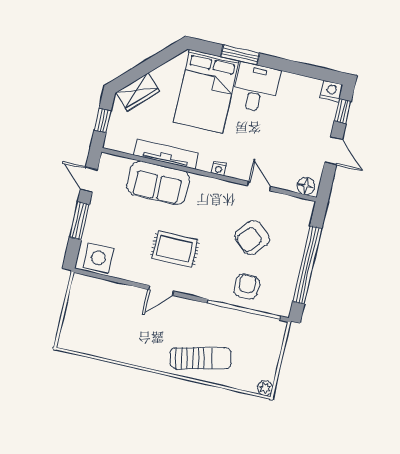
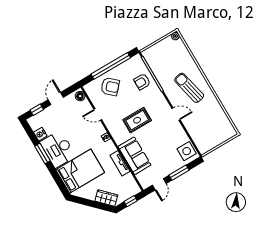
window: (240, 55) -> (42, 154), moved
desk: (256, 88) -> (58, 149), width x1.37
nightstand: (331, 91) -> (40, 134), moved
tv unit: (166, 154) -> (120, 163), width x0.71
door: (259, 186) -> (98, 114), hinge flipped
armchair: (252, 238) -> (110, 87), moved
rug: (175, 249) -> (137, 120), moved, turned 90
sun lounger: (201, 358) -> (189, 88), moved

